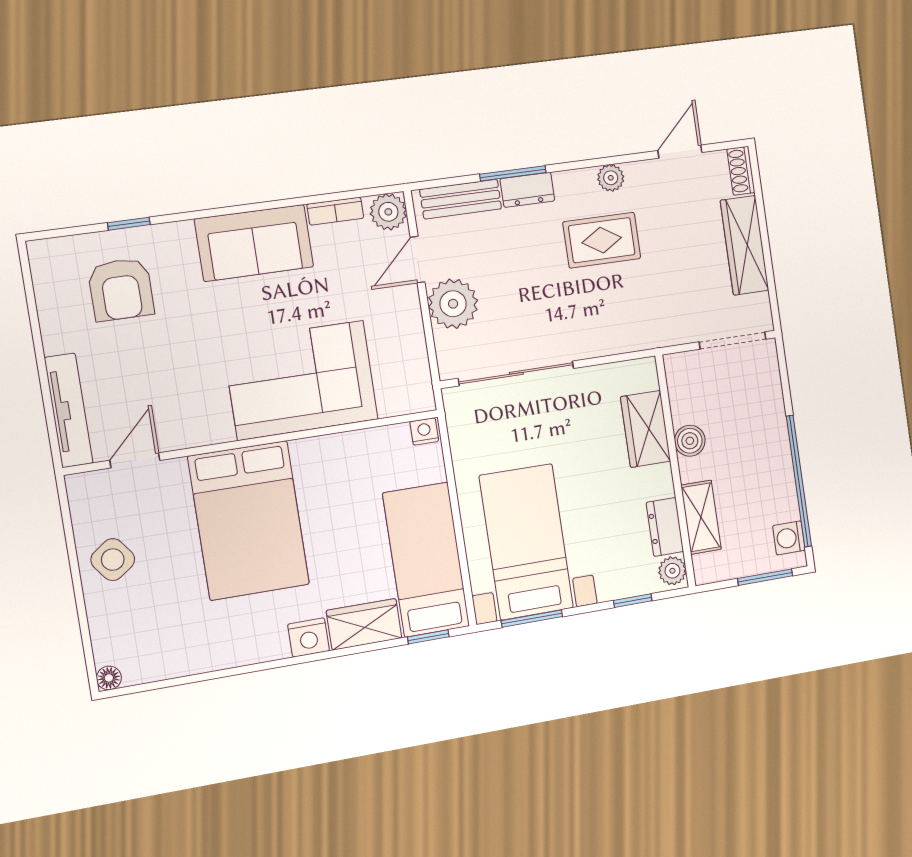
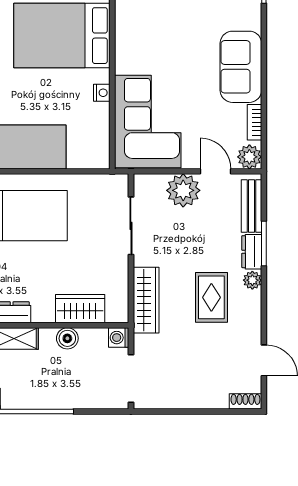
plant: (611, 178) -> (252, 280), moved
wardrobe: (744, 245) -> (146, 300), moved, turned 90
washing machine: (678, 367) -> (119, 338), added
sliding door: (516, 373) -> (131, 226), width x0.73
corner sofa: (301, 380) -> (148, 121), moved
nightstand: (424, 431) -> (102, 93), moved

